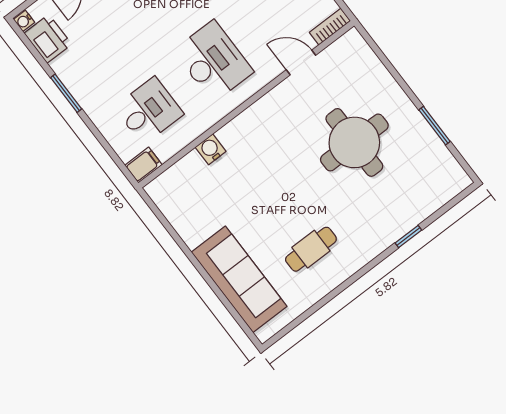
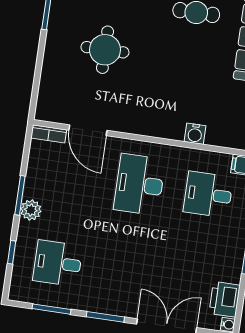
door: (301, 62) -> (88, 130), width x1.38
round table: (354, 142) -> (105, 50), width x0.73, depth x0.73

